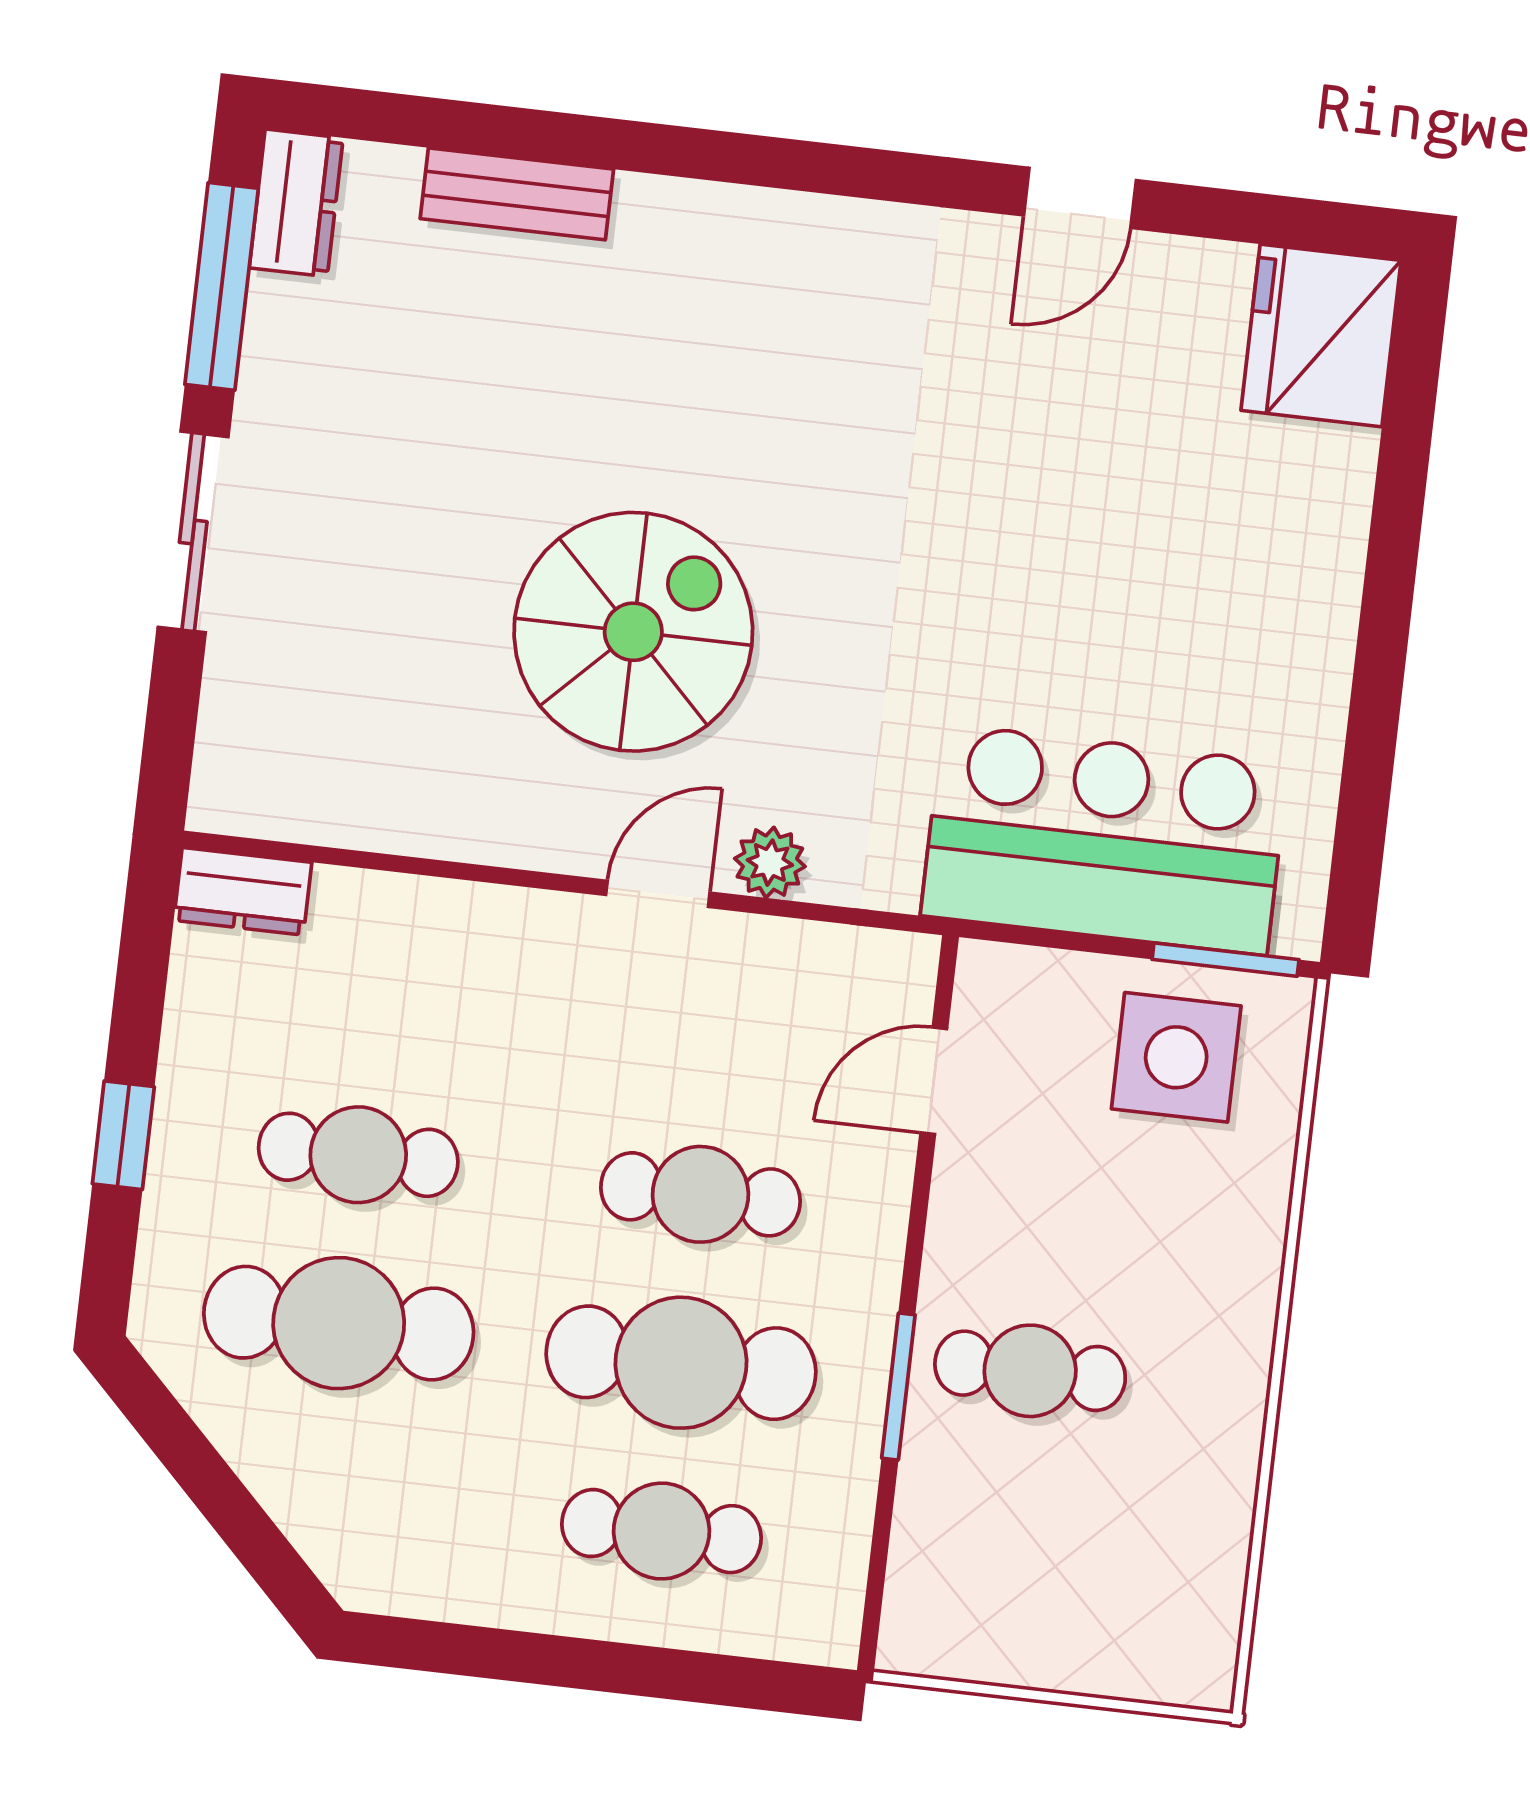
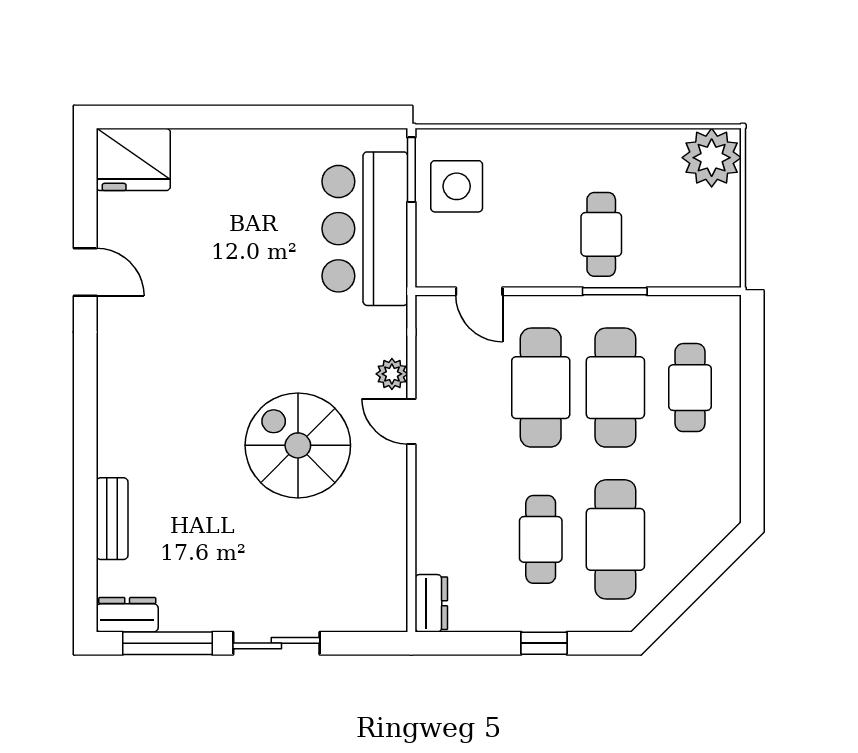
cafe table: (700, 1194) -> (541, 388), width x1.37, depth x1.35
plant: (1174, 1640) -> (712, 158), added

